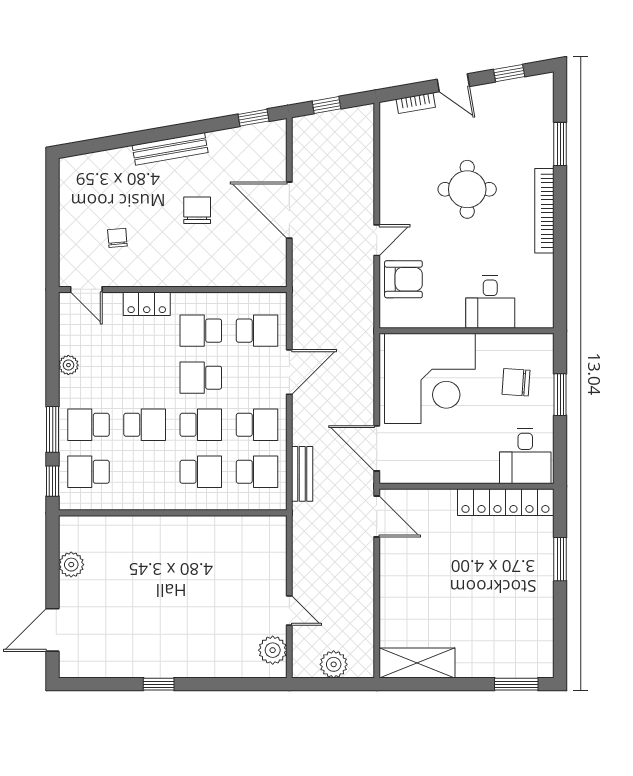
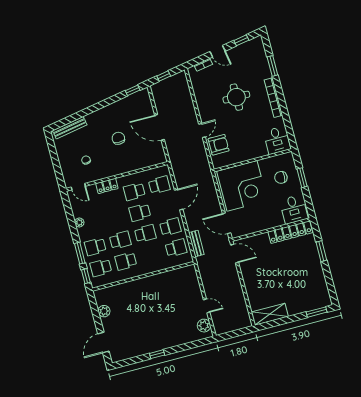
bench: (170, 149) -> (70, 128), moved
desk: (490, 302) -> (277, 140), moved
school desk: (201, 472) -> (126, 261), moved, turned 180
plant: (334, 664) -> (233, 325), removed

